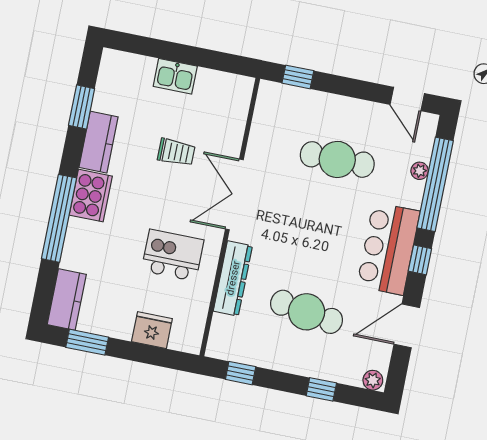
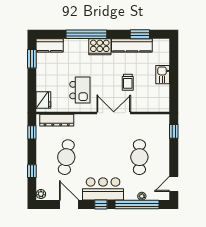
kitchen counter: (99, 142) -> (132, 45), width x1.50
dresser: (233, 278) -> (57, 120), moved
fridge: (152, 330) -> (43, 100), moved

